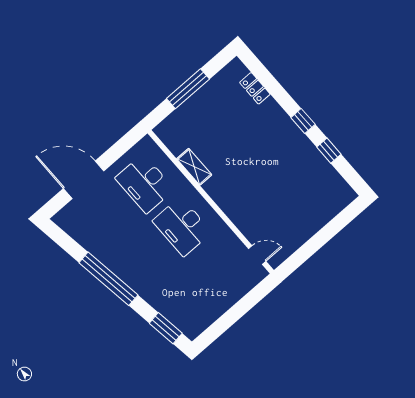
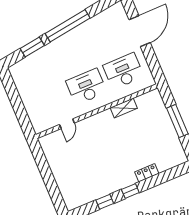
locker: (255, 88) -> (147, 173), moved
door: (257, 255) -> (67, 124), moved
window: (166, 328) -> (32, 47), moved

